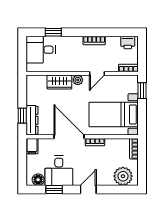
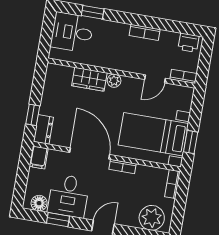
door: (97, 73) -> (155, 79), moved
window: (142, 91) -> (191, 142), moved
dresser: (32, 120) -> (43, 129), width x0.70

